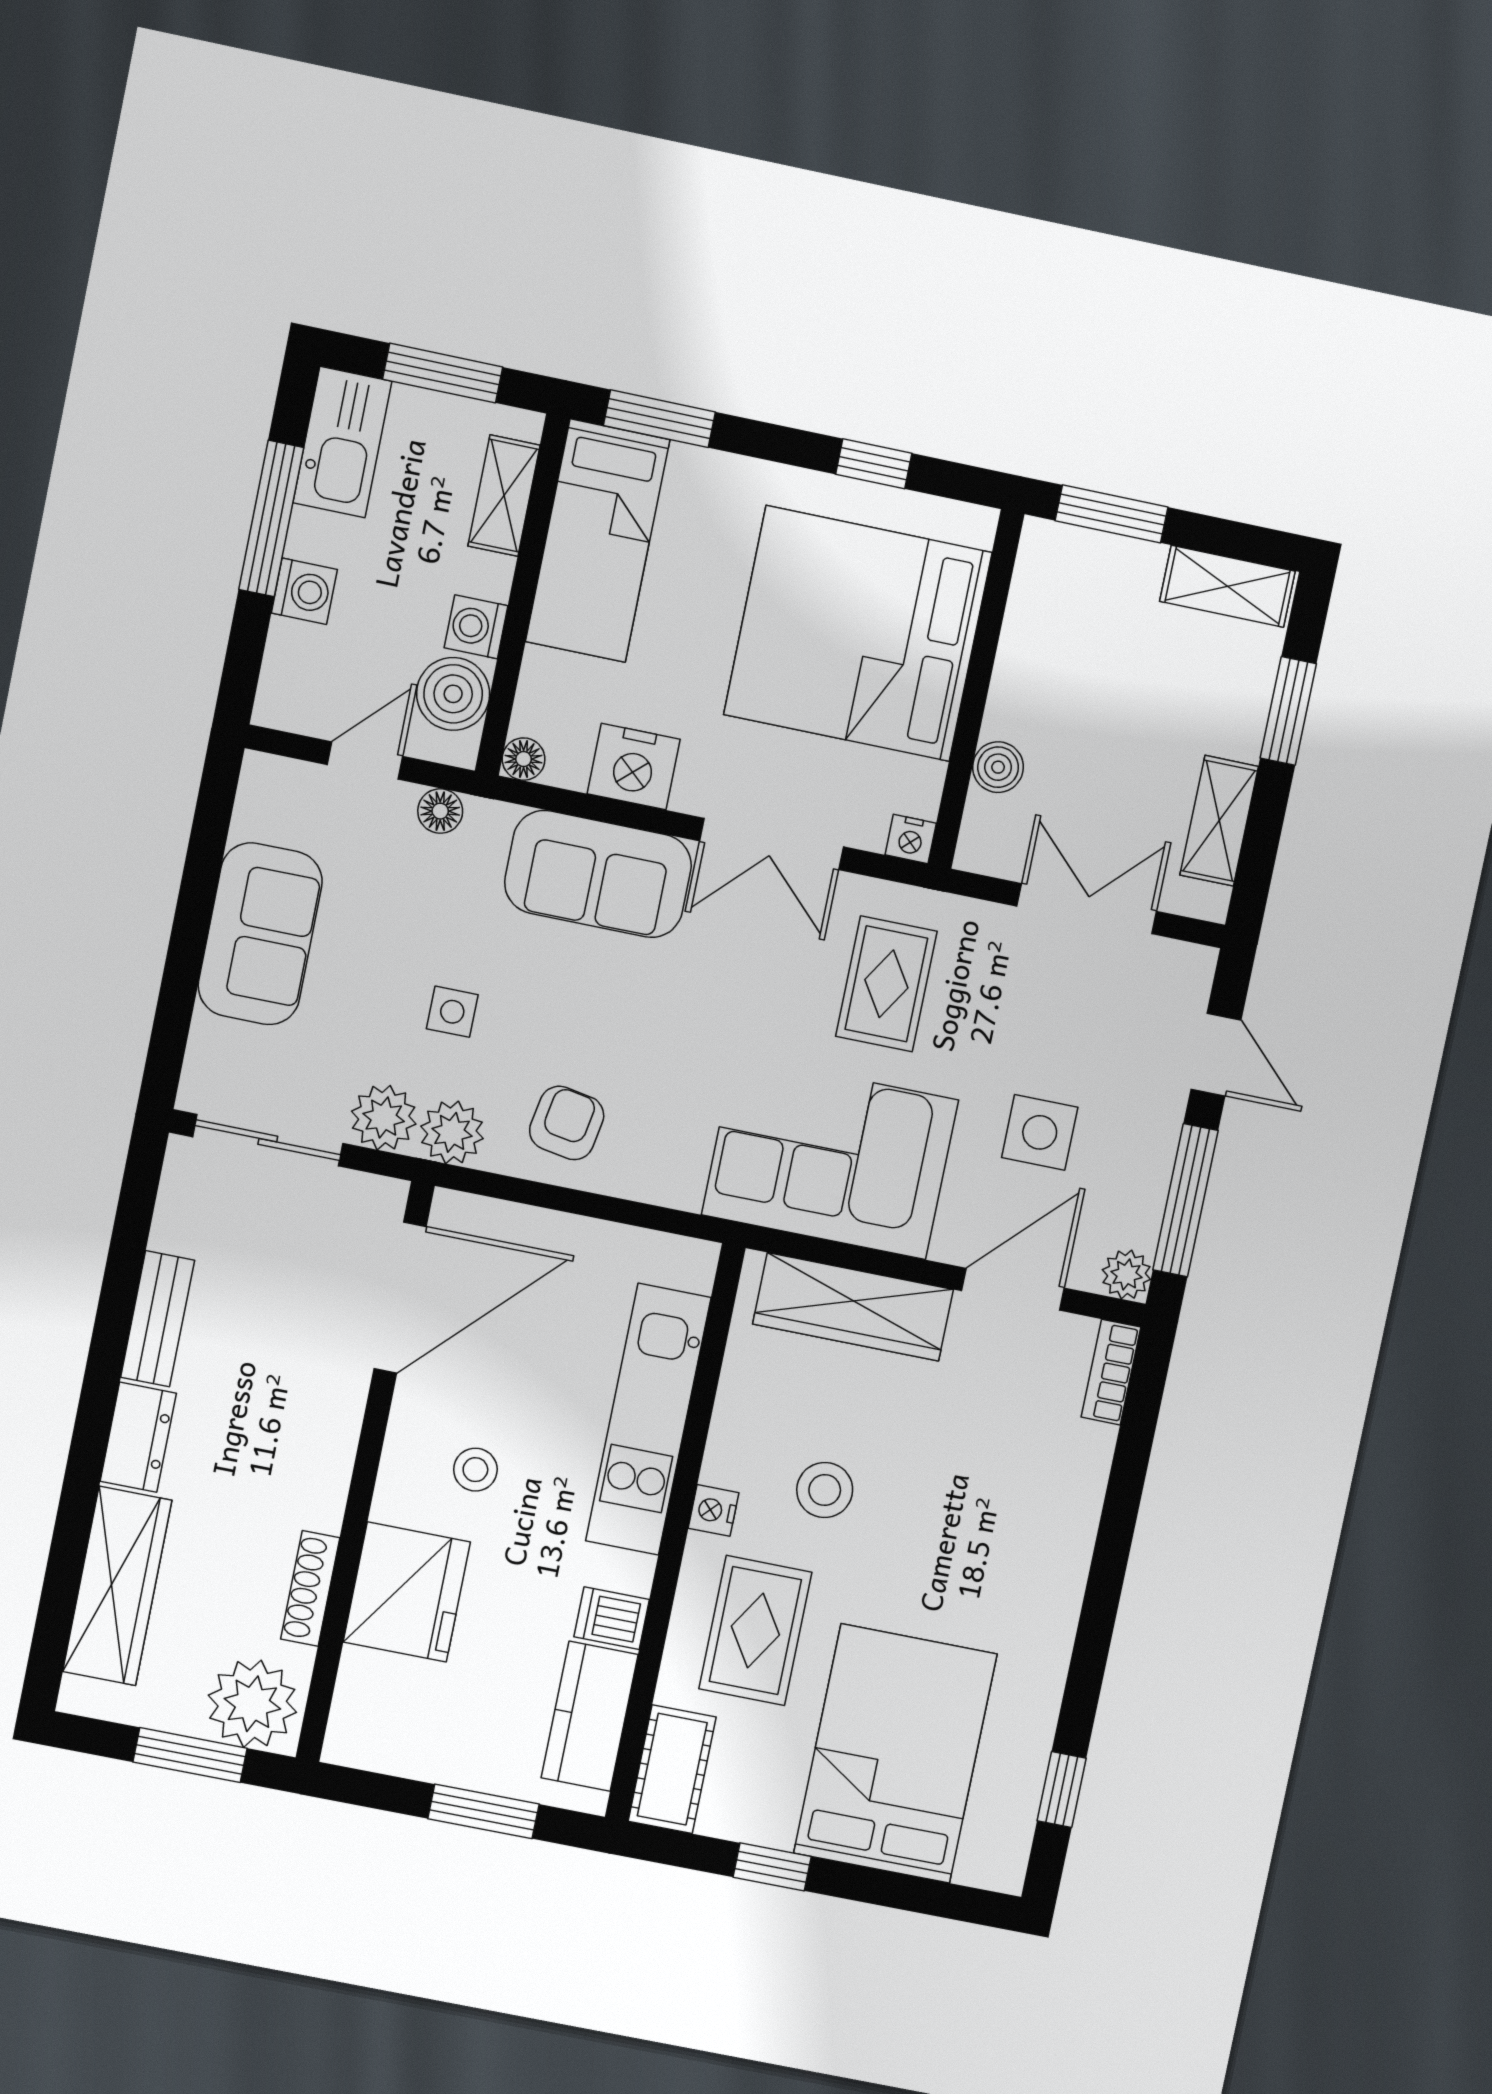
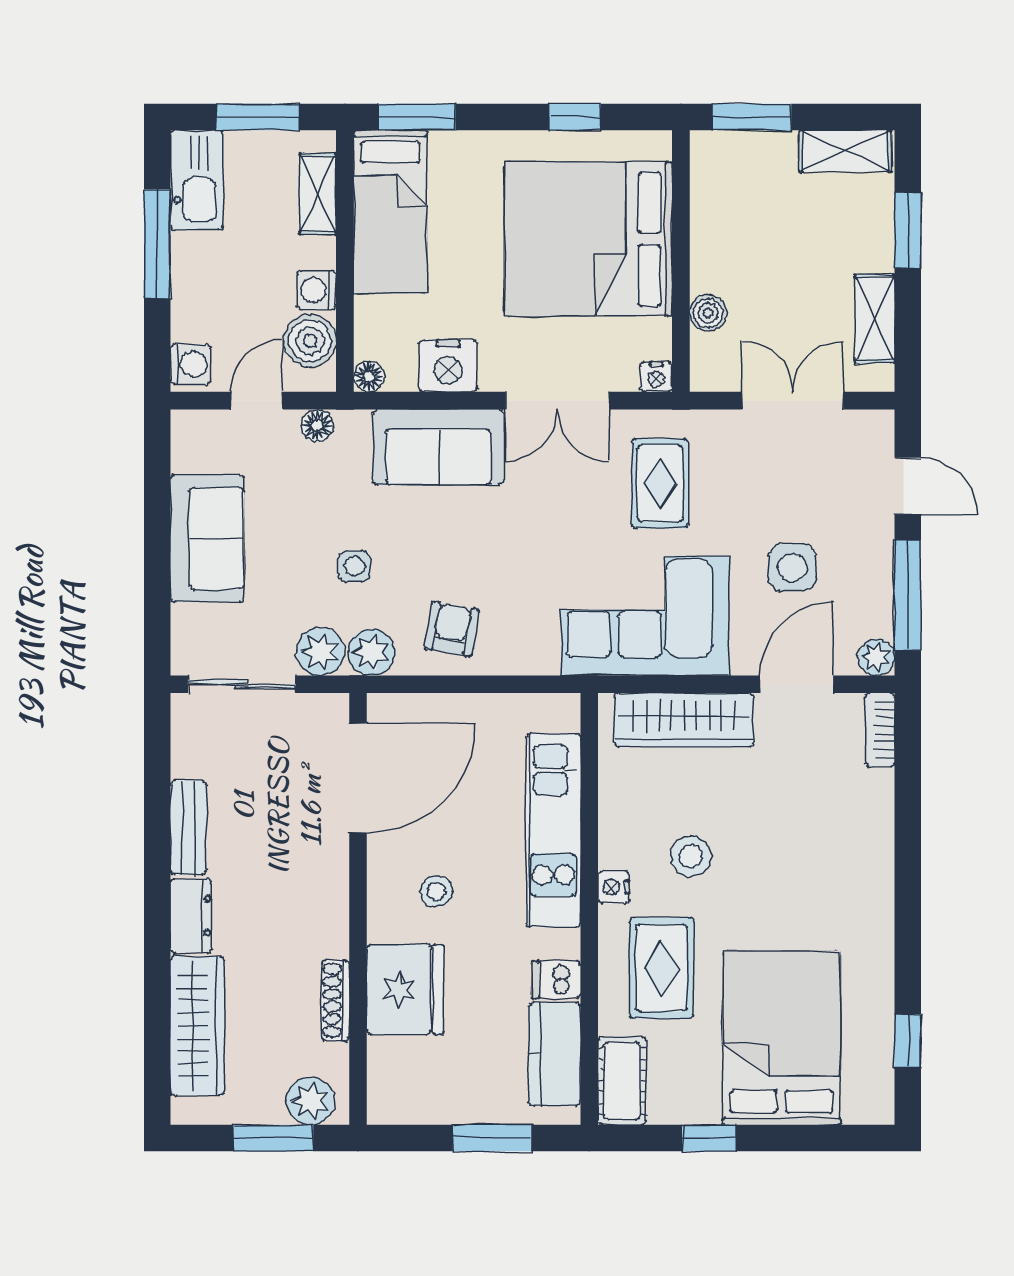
washing machine: (304, 591) -> (191, 364), moved
plant: (252, 1704) -> (310, 1101), width x0.73, depth x0.73

